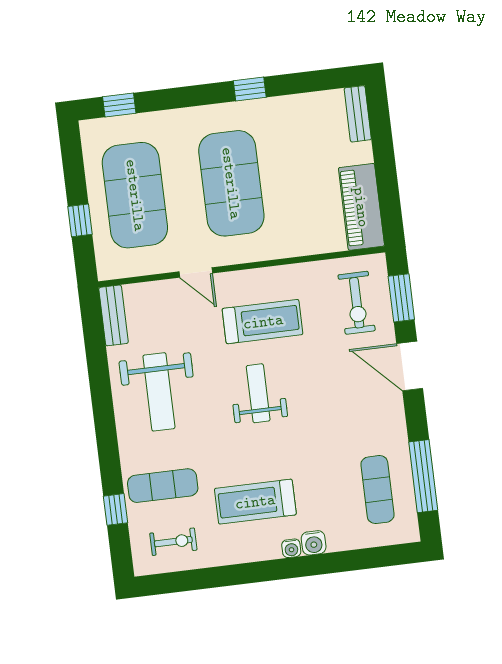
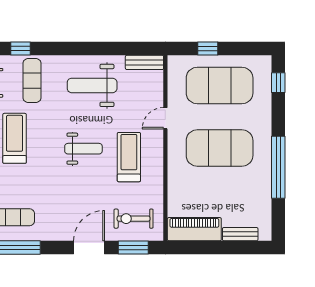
window: (250, 89) -> (278, 167), width x3.17
bench: (358, 114) -> (240, 234), moved
treadmill: (263, 322) -> (129, 157), turned 180

